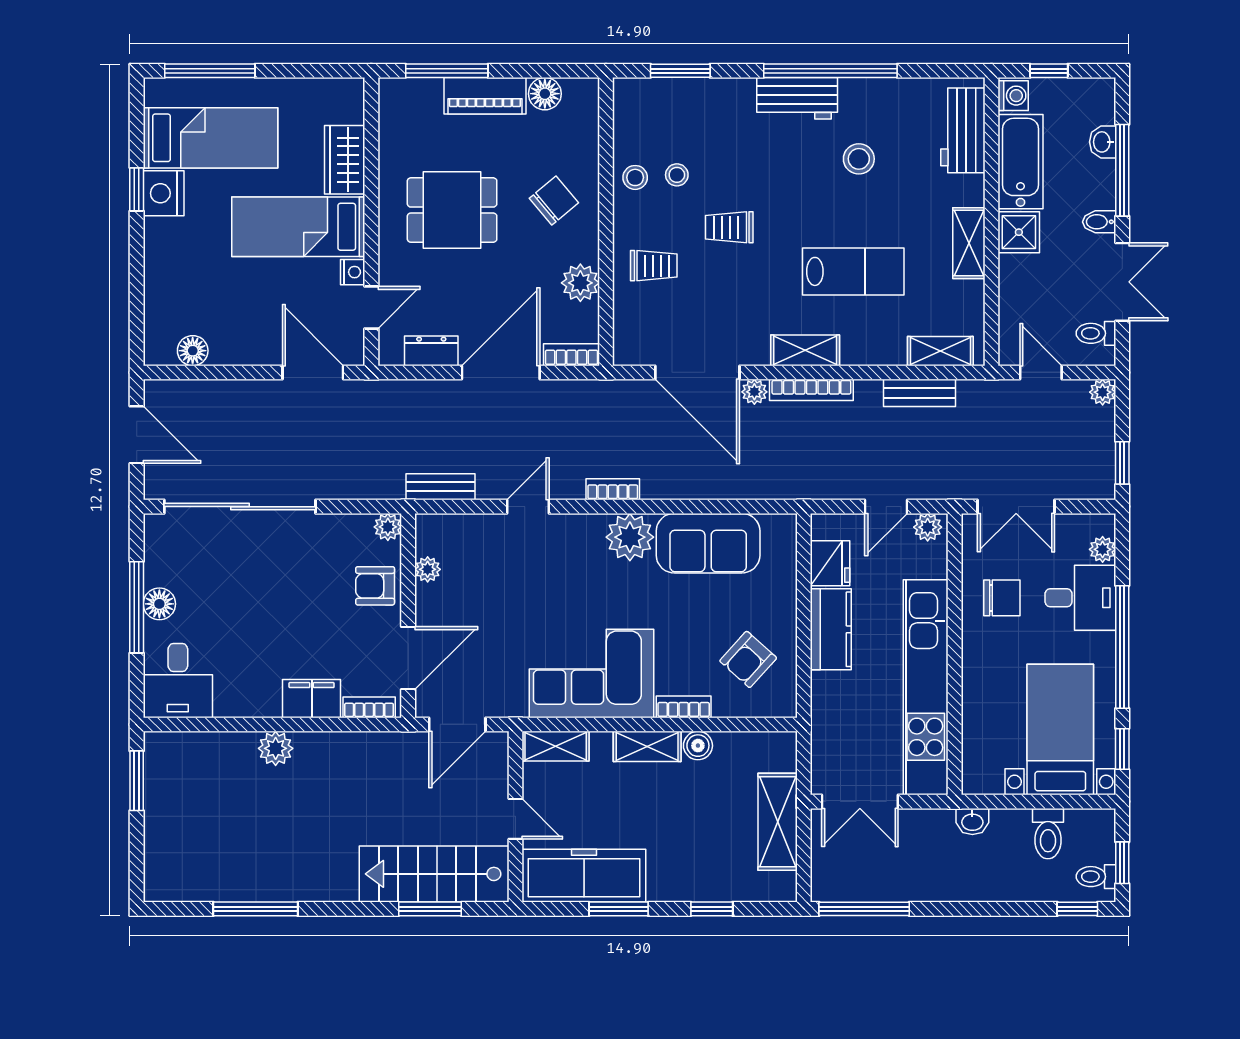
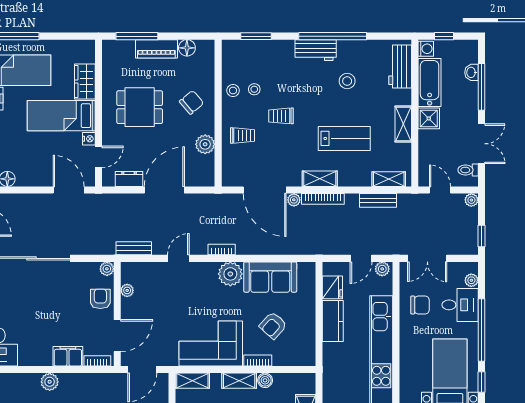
bidet: (1099, 222) -> (470, 113), removed
bookcase: (571, 355) -> (201, 181), removed
armchair: (375, 586) -> (100, 299), turned 90
armchair: (748, 659) -> (273, 325), moved

